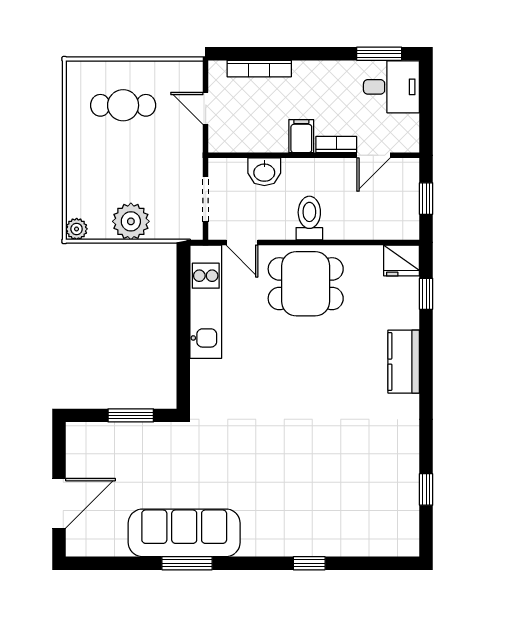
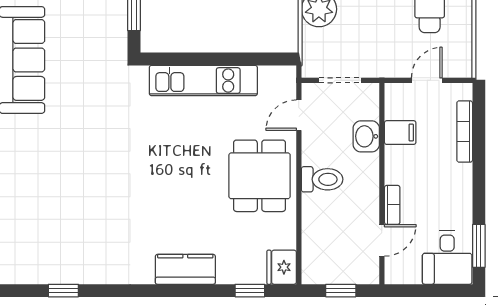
filing cabinet: (301, 136) -> (400, 133), moved
door: (373, 155) -> (382, 240), swing flipped
kitchen unit: (206, 302) -> (203, 81), moved

